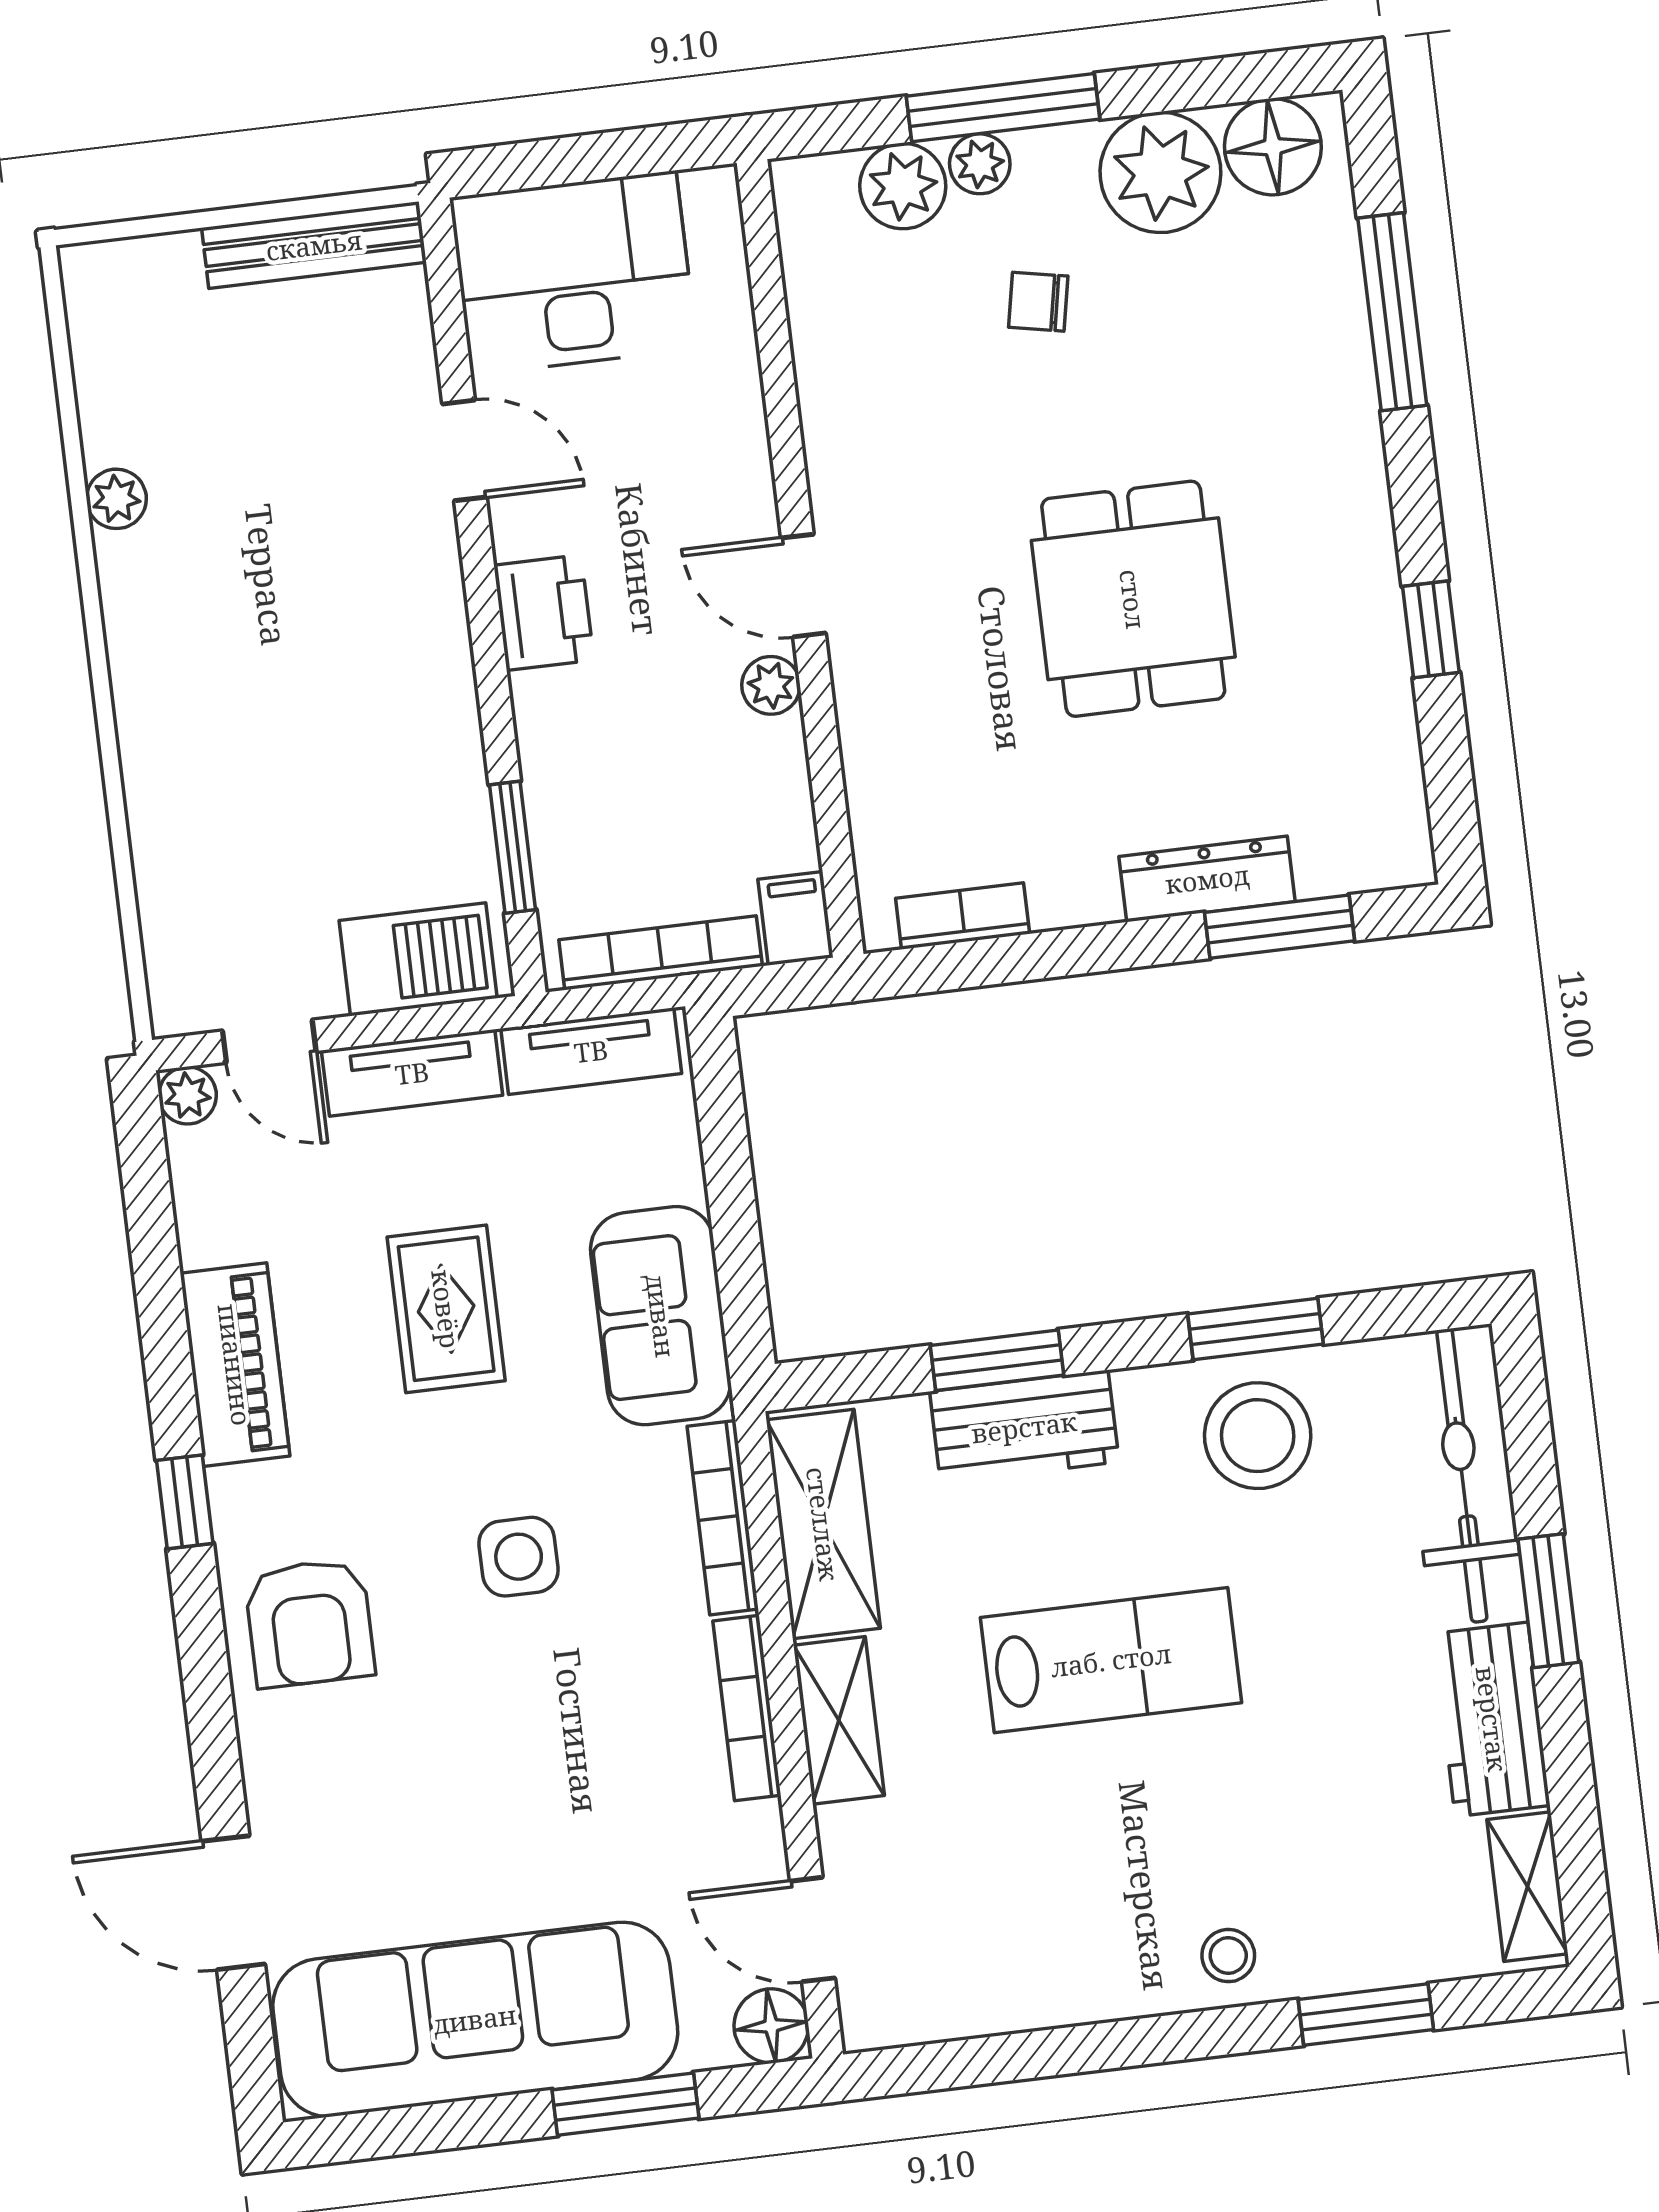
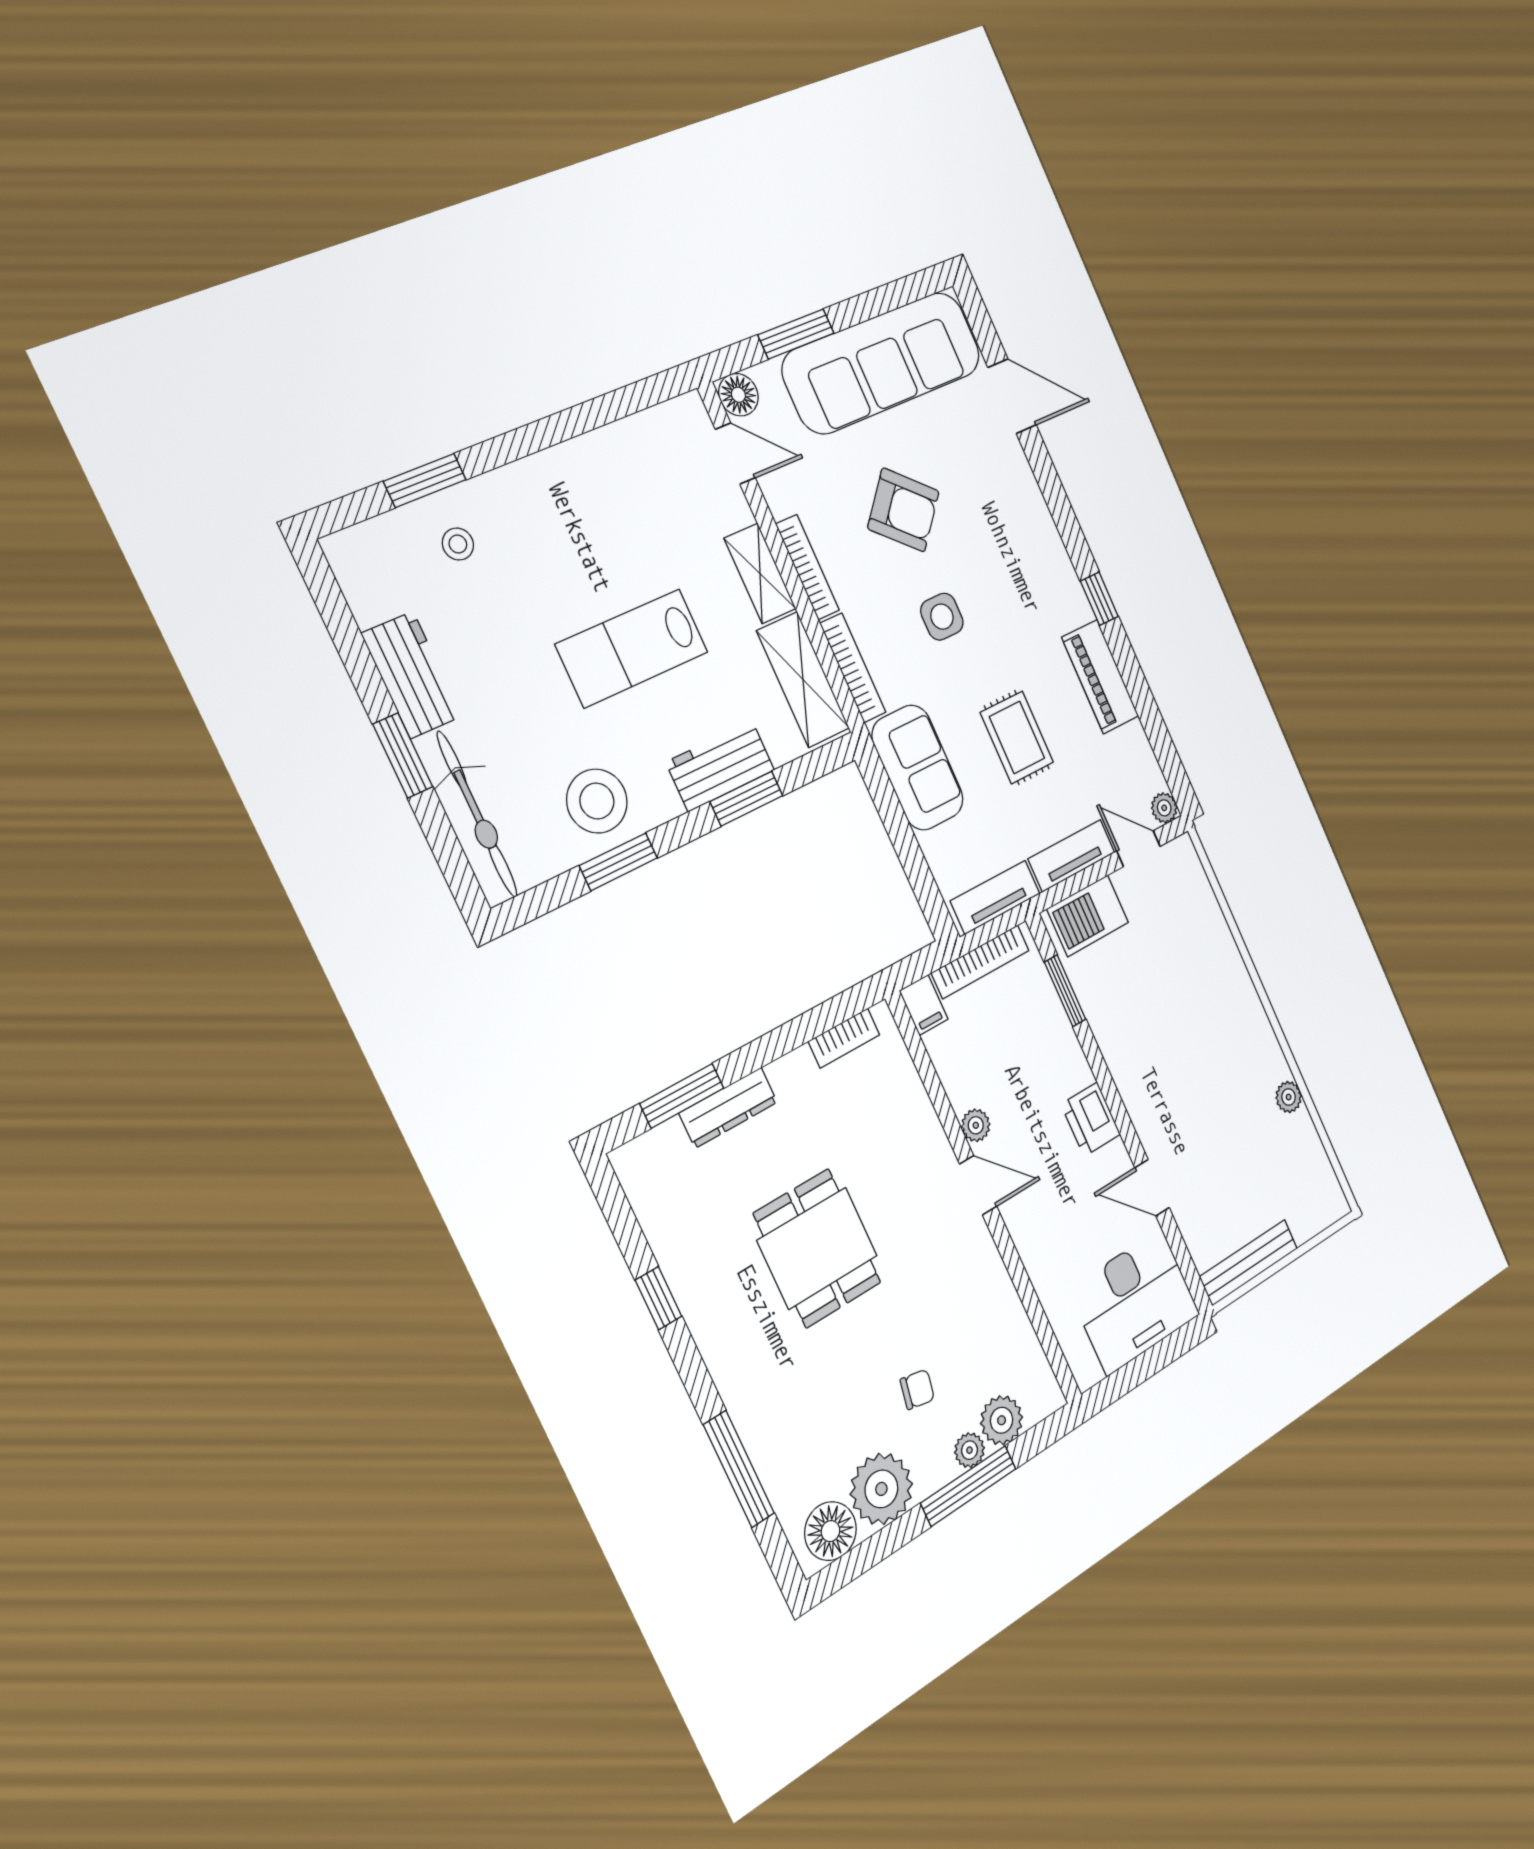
armchair: (310, 1623) -> (903, 510), moved, turned 132
shelving: (1527, 1887) -> (357, 581), removed
stool: (1228, 1956) -> (458, 544), moved

